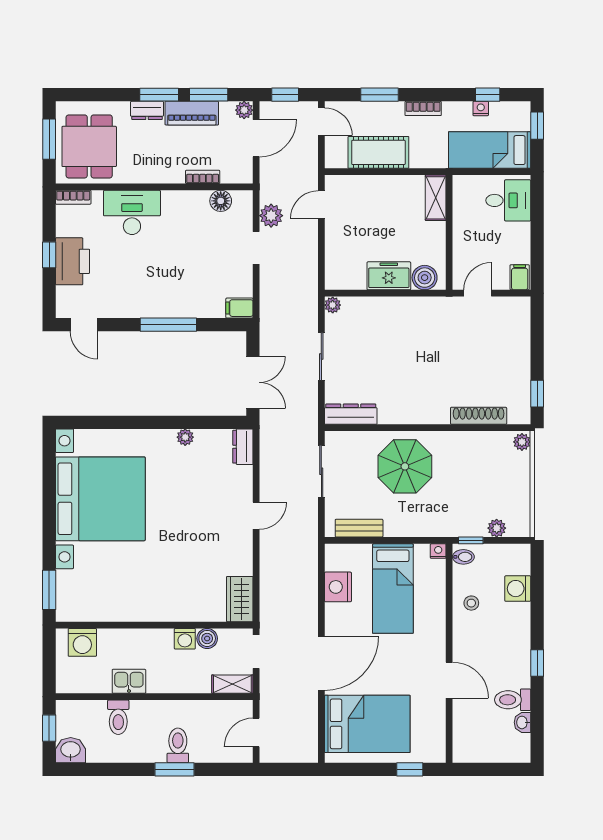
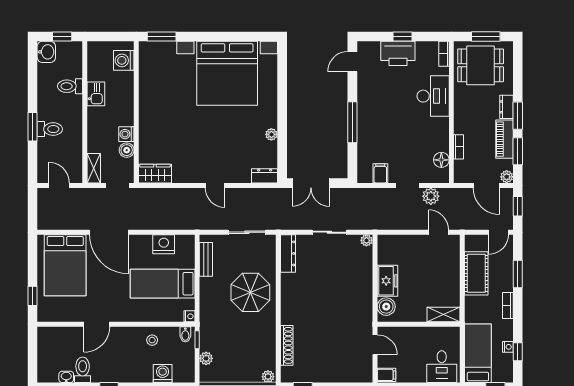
filing cabinet: (239, 308) -> (380, 173), moved

